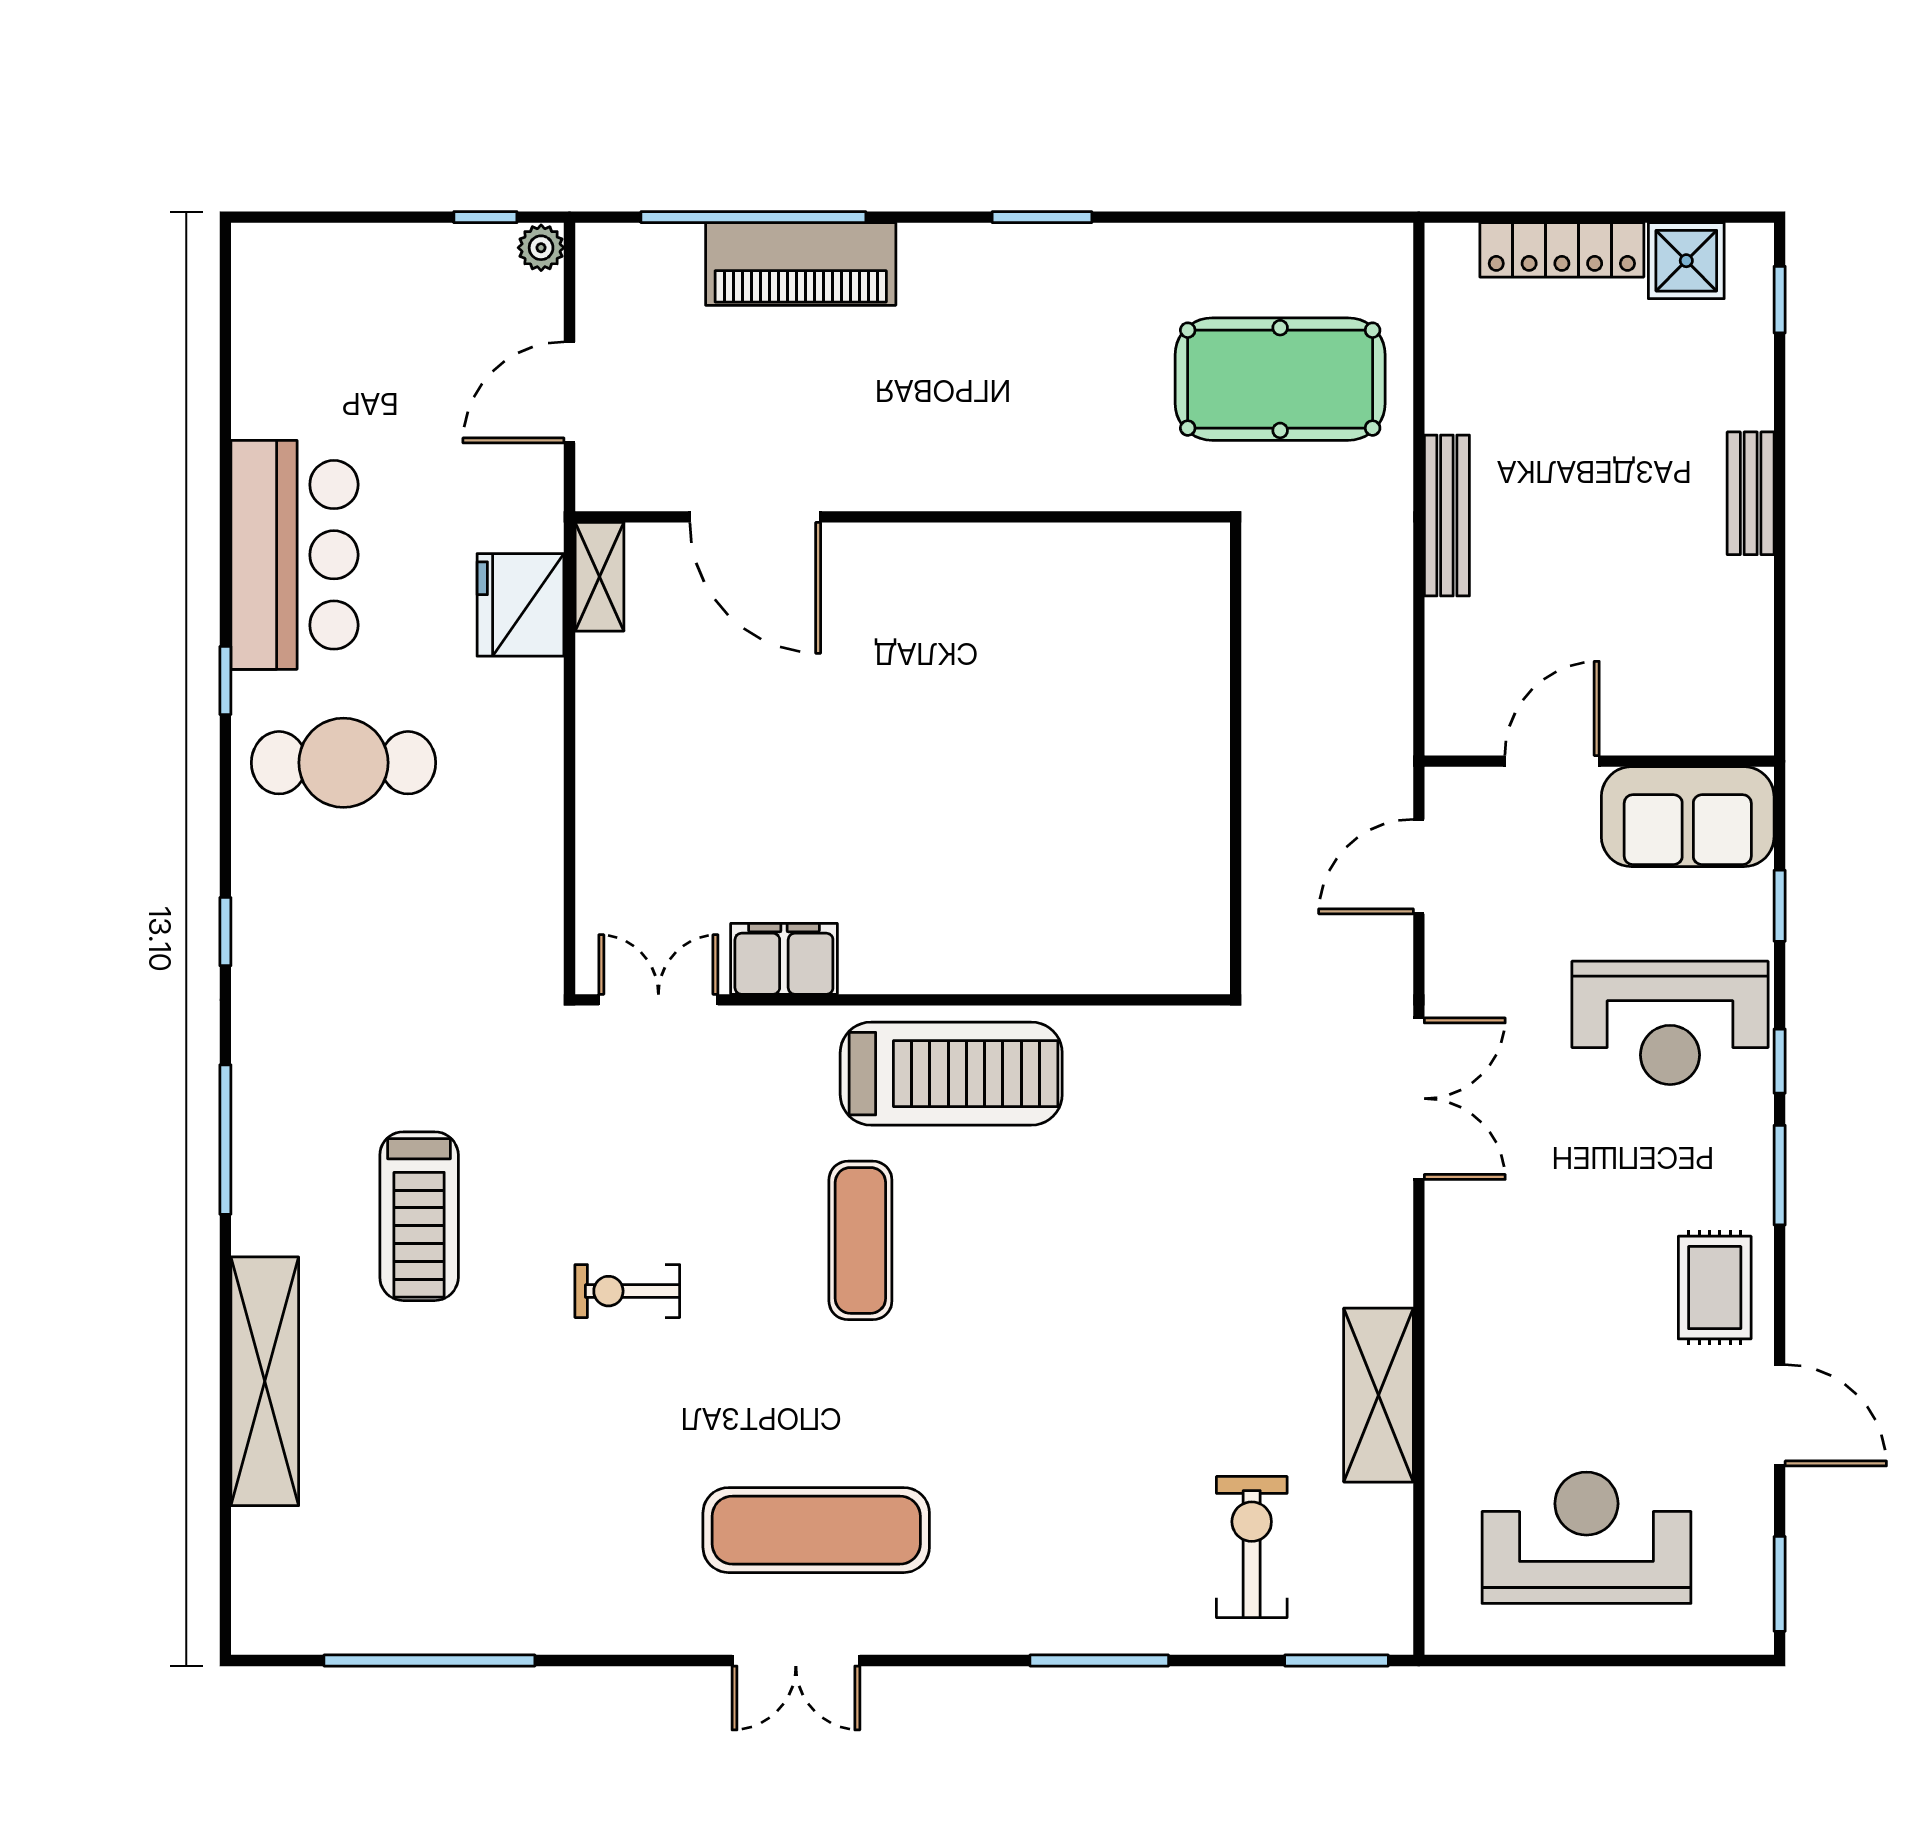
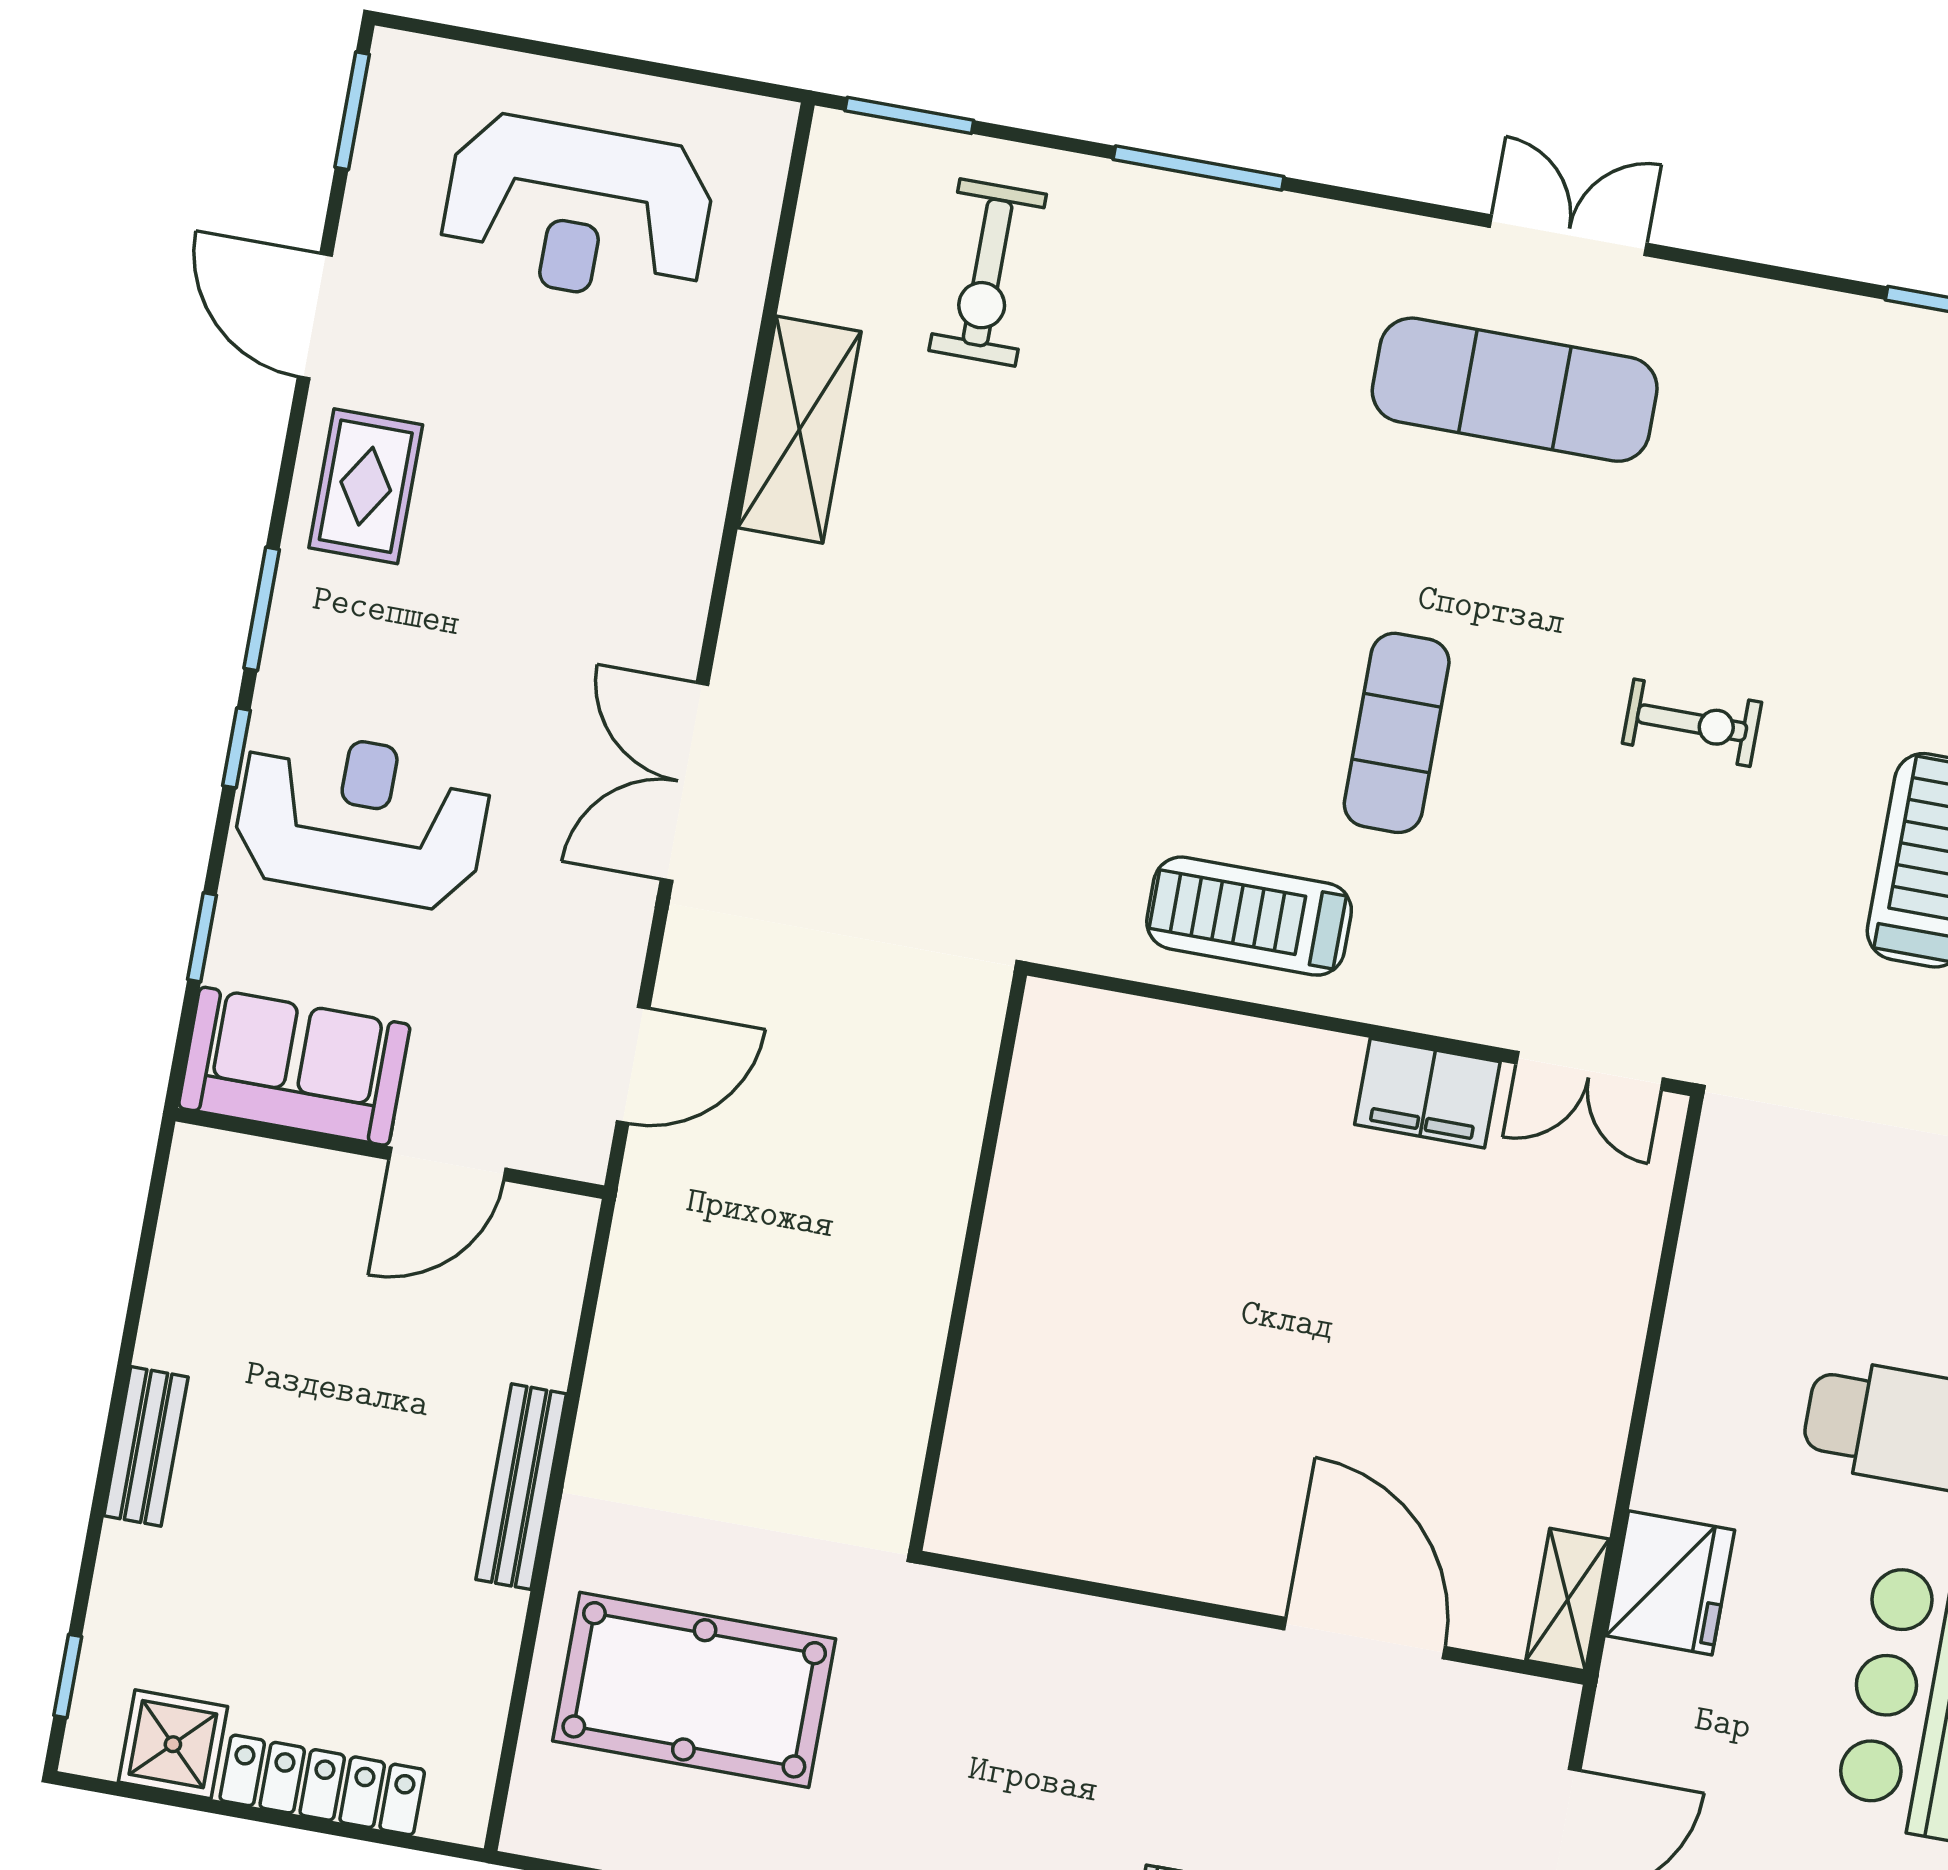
wall: (1236, 758) -> (968, 1262), moved
treadmill: (951, 1074) -> (1249, 916), width x0.73, depth x0.73

